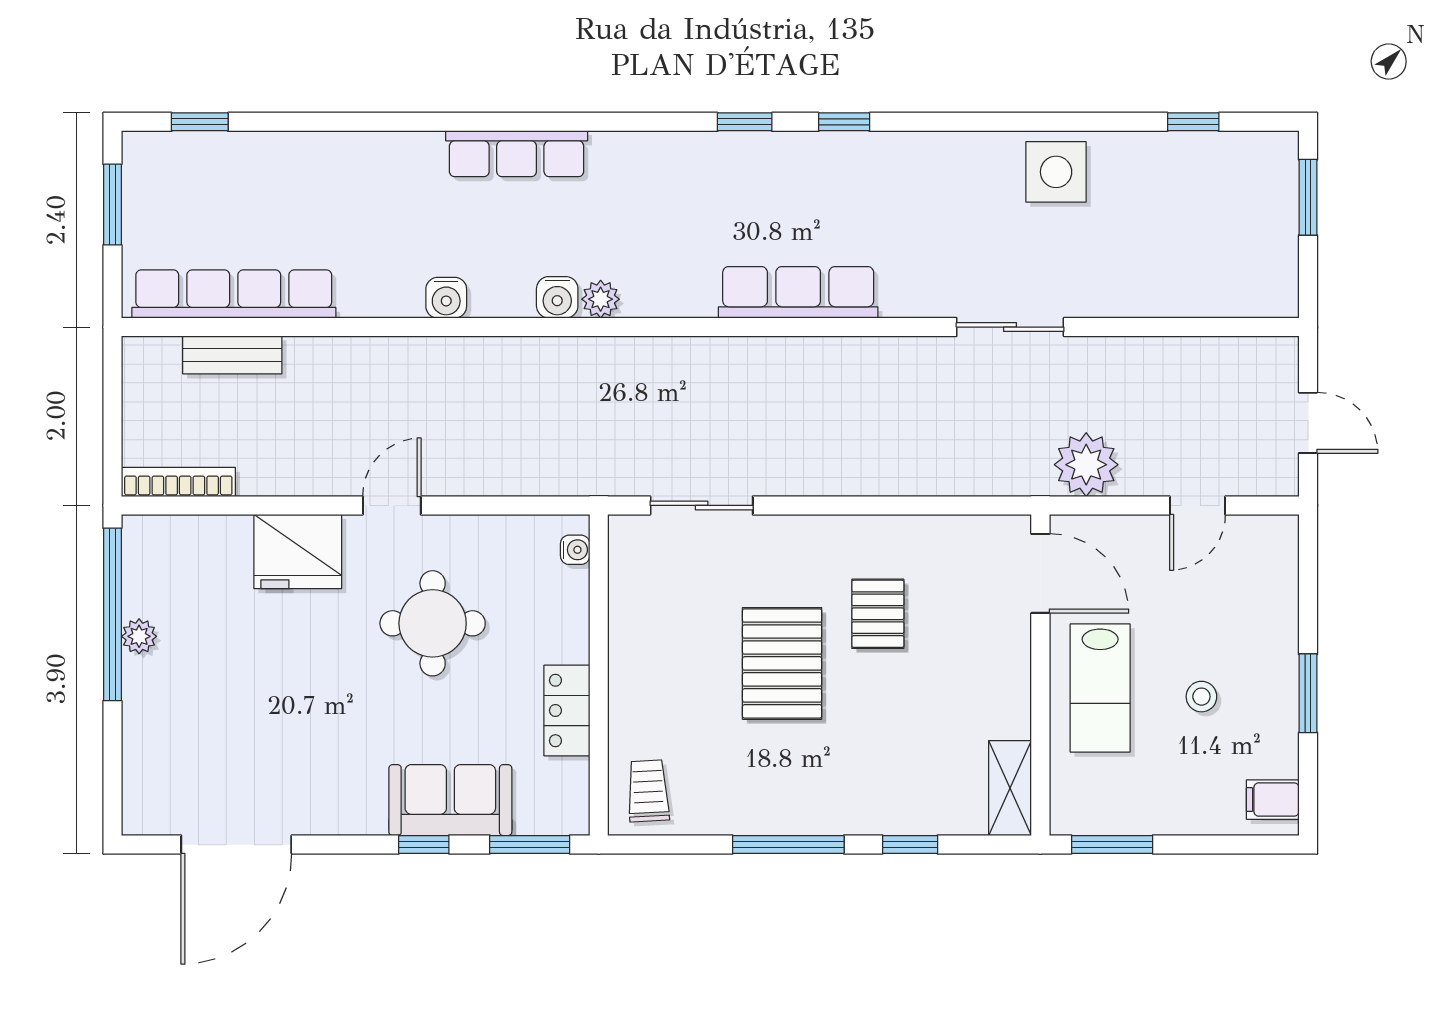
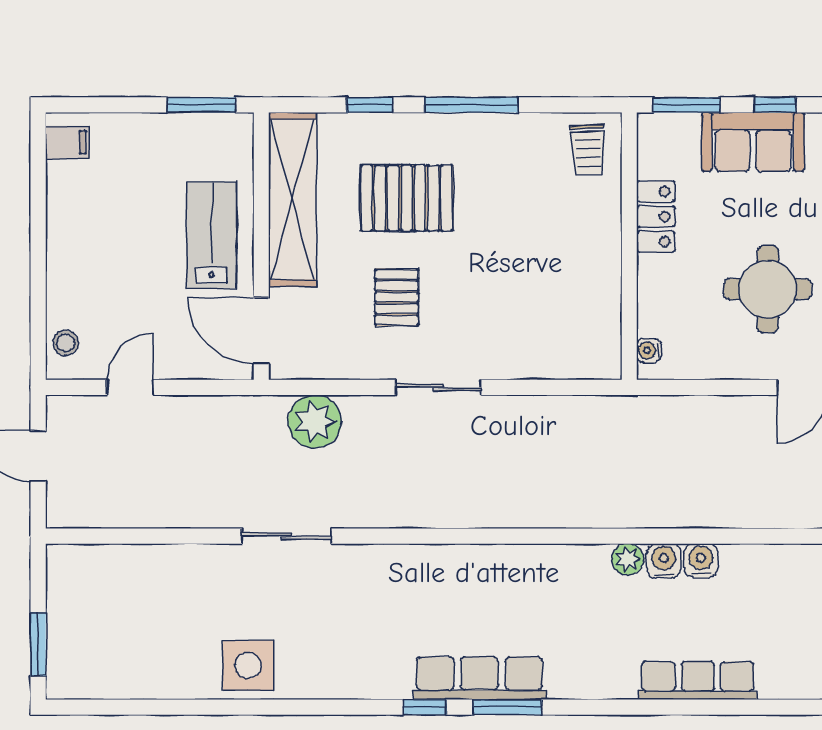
window: (745, 122) -> (508, 707), width x1.50
window: (1193, 122) -> (134, 707), removed
row of seats: (798, 292) -> (479, 678), moved, turned 180
water cooler: (446, 298) -> (701, 561), moved
plant: (1086, 465) -> (315, 421), moved
sliding door: (702, 505) -> (438, 387), moved
pallet: (782, 663) -> (407, 198), moved, turned 90
window: (1308, 693) -> (38, 231), removed
stool: (1201, 697) -> (66, 343), moved
shelving: (1010, 788) -> (292, 199), width x2.20, depth x1.33

